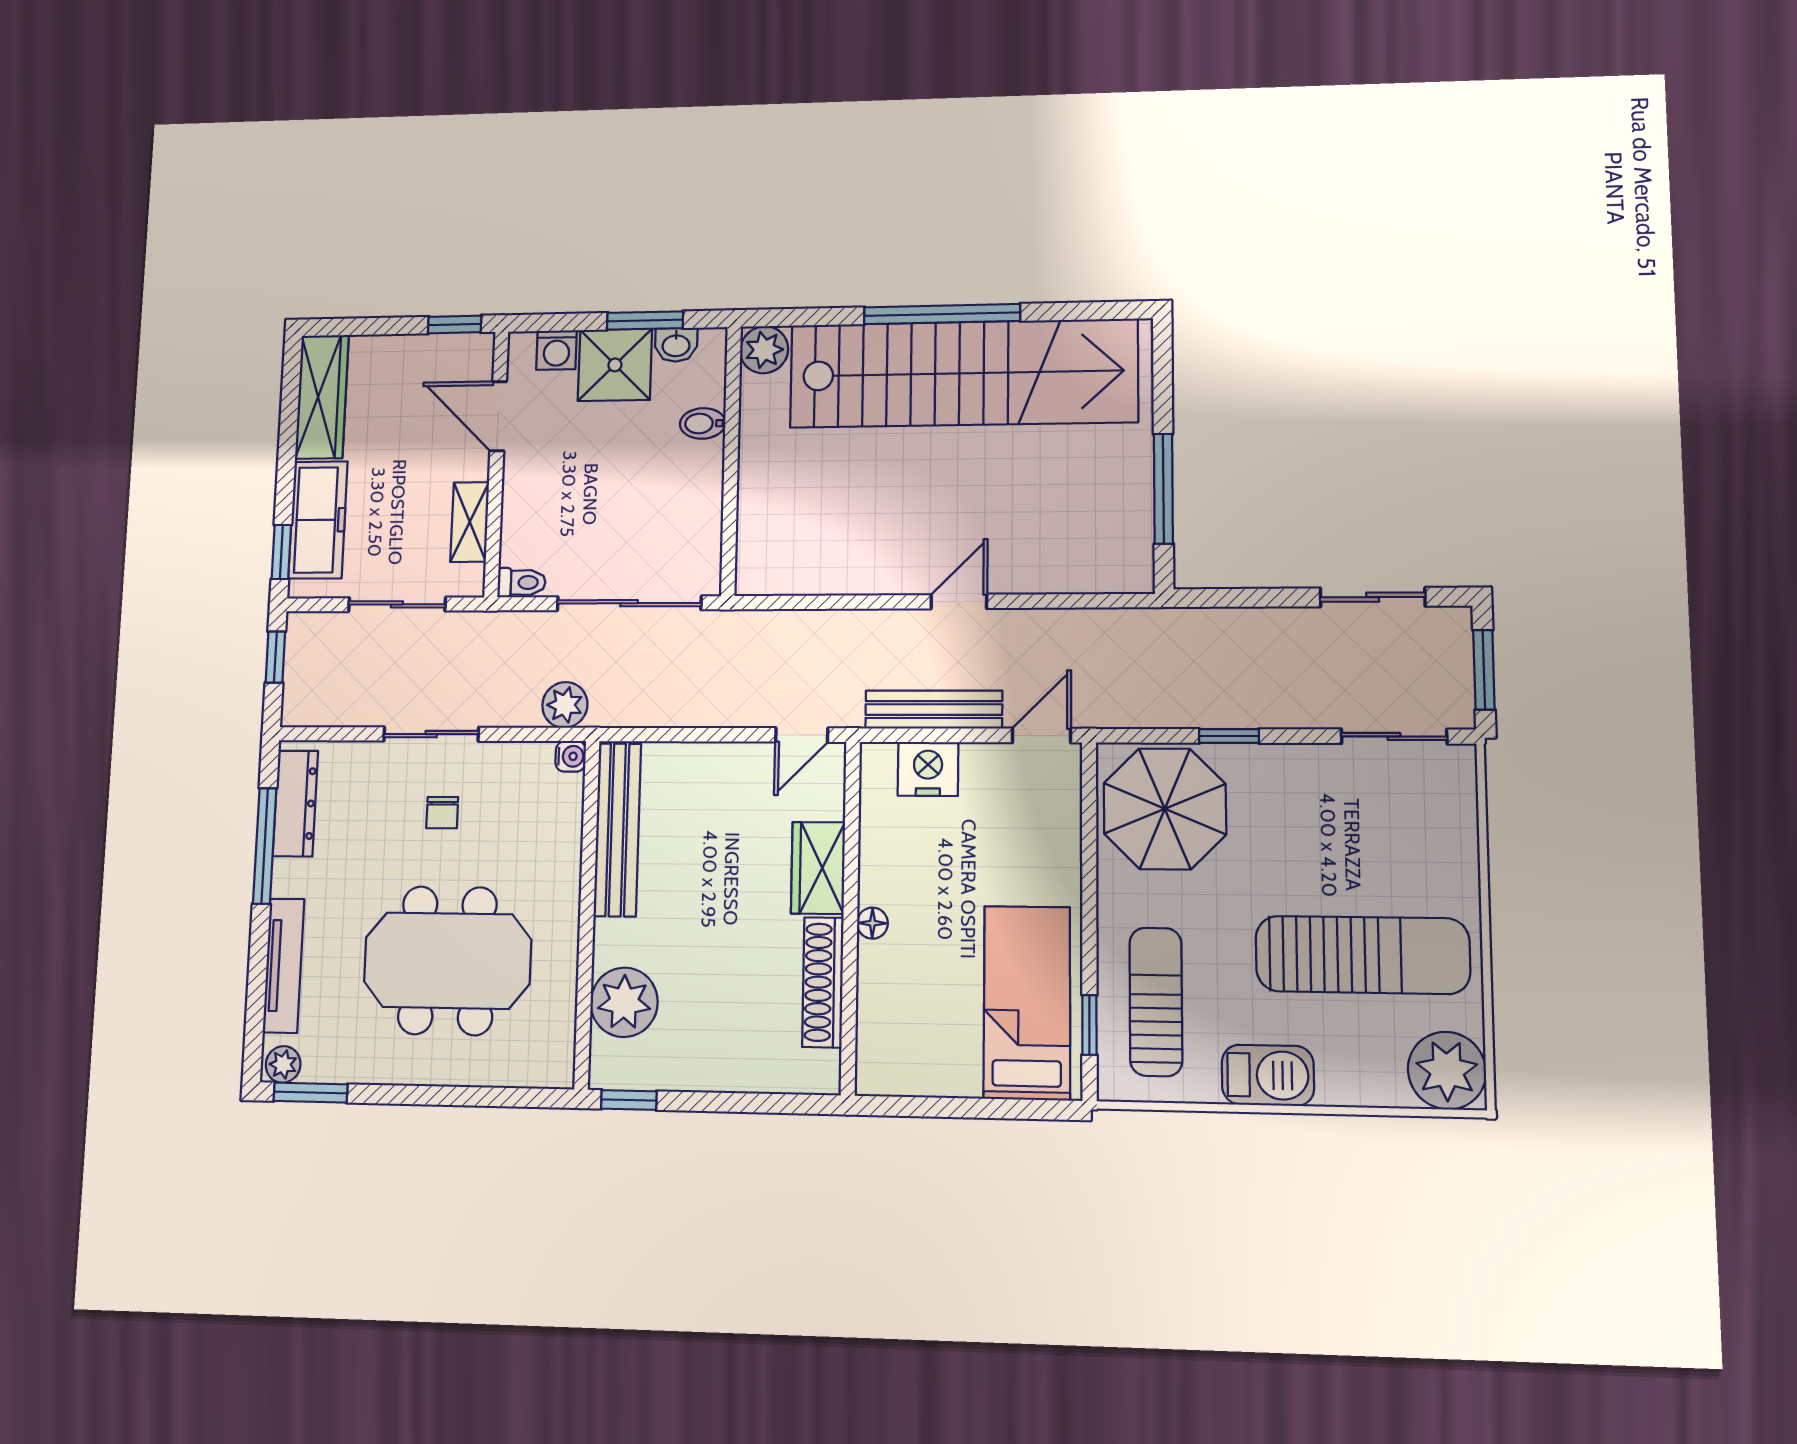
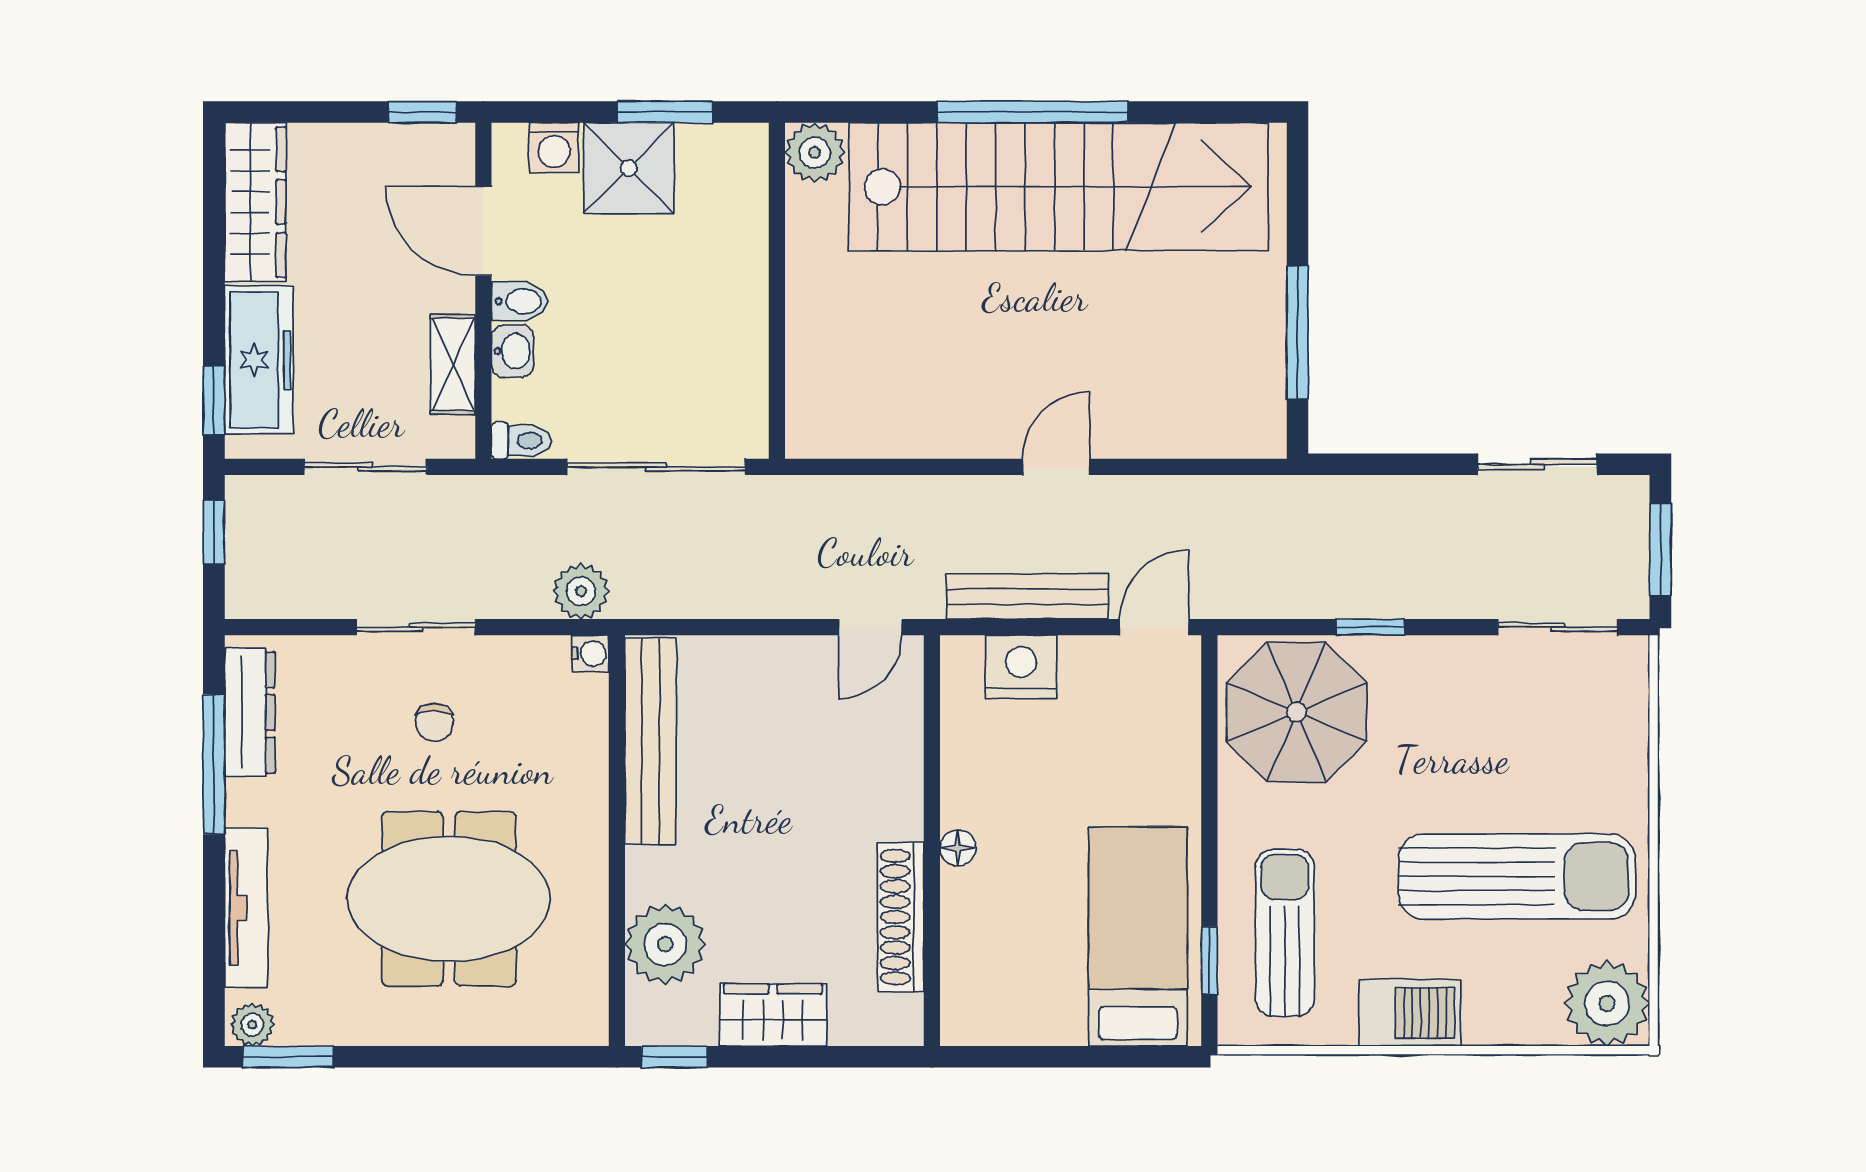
washbasin: (676, 345) -> (513, 351), moved, turned -90
bidet: (703, 423) -> (520, 301), moved, turned 180
wardrobe: (818, 868) -> (773, 1015), moved, turned 90

